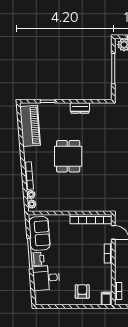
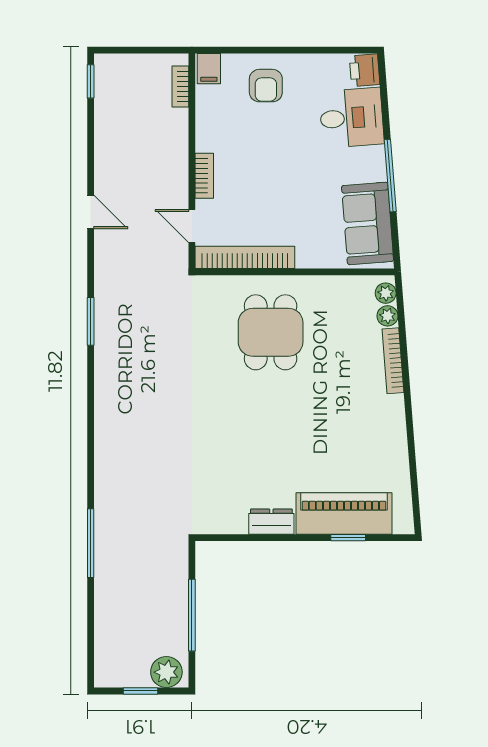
piano: (30, 126) -> (344, 514), moved, turned 94
dining table: (68, 156) -> (271, 332), moved
printer: (38, 259) -> (365, 70), moved

